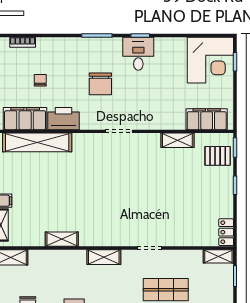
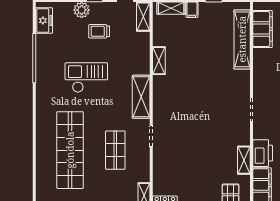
printer: (64, 119) -> (263, 153), moved
shelving: (104, 257) -> (141, 97), width x1.50, depth x1.33

